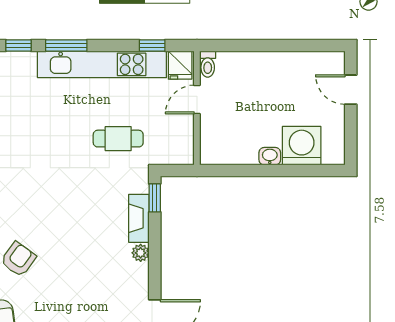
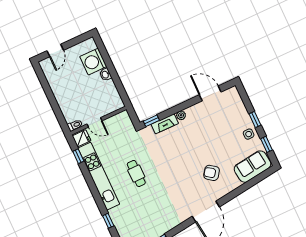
window: (66, 45) -> (98, 198), removed
cafe table: (118, 139) -> (136, 173), moved

